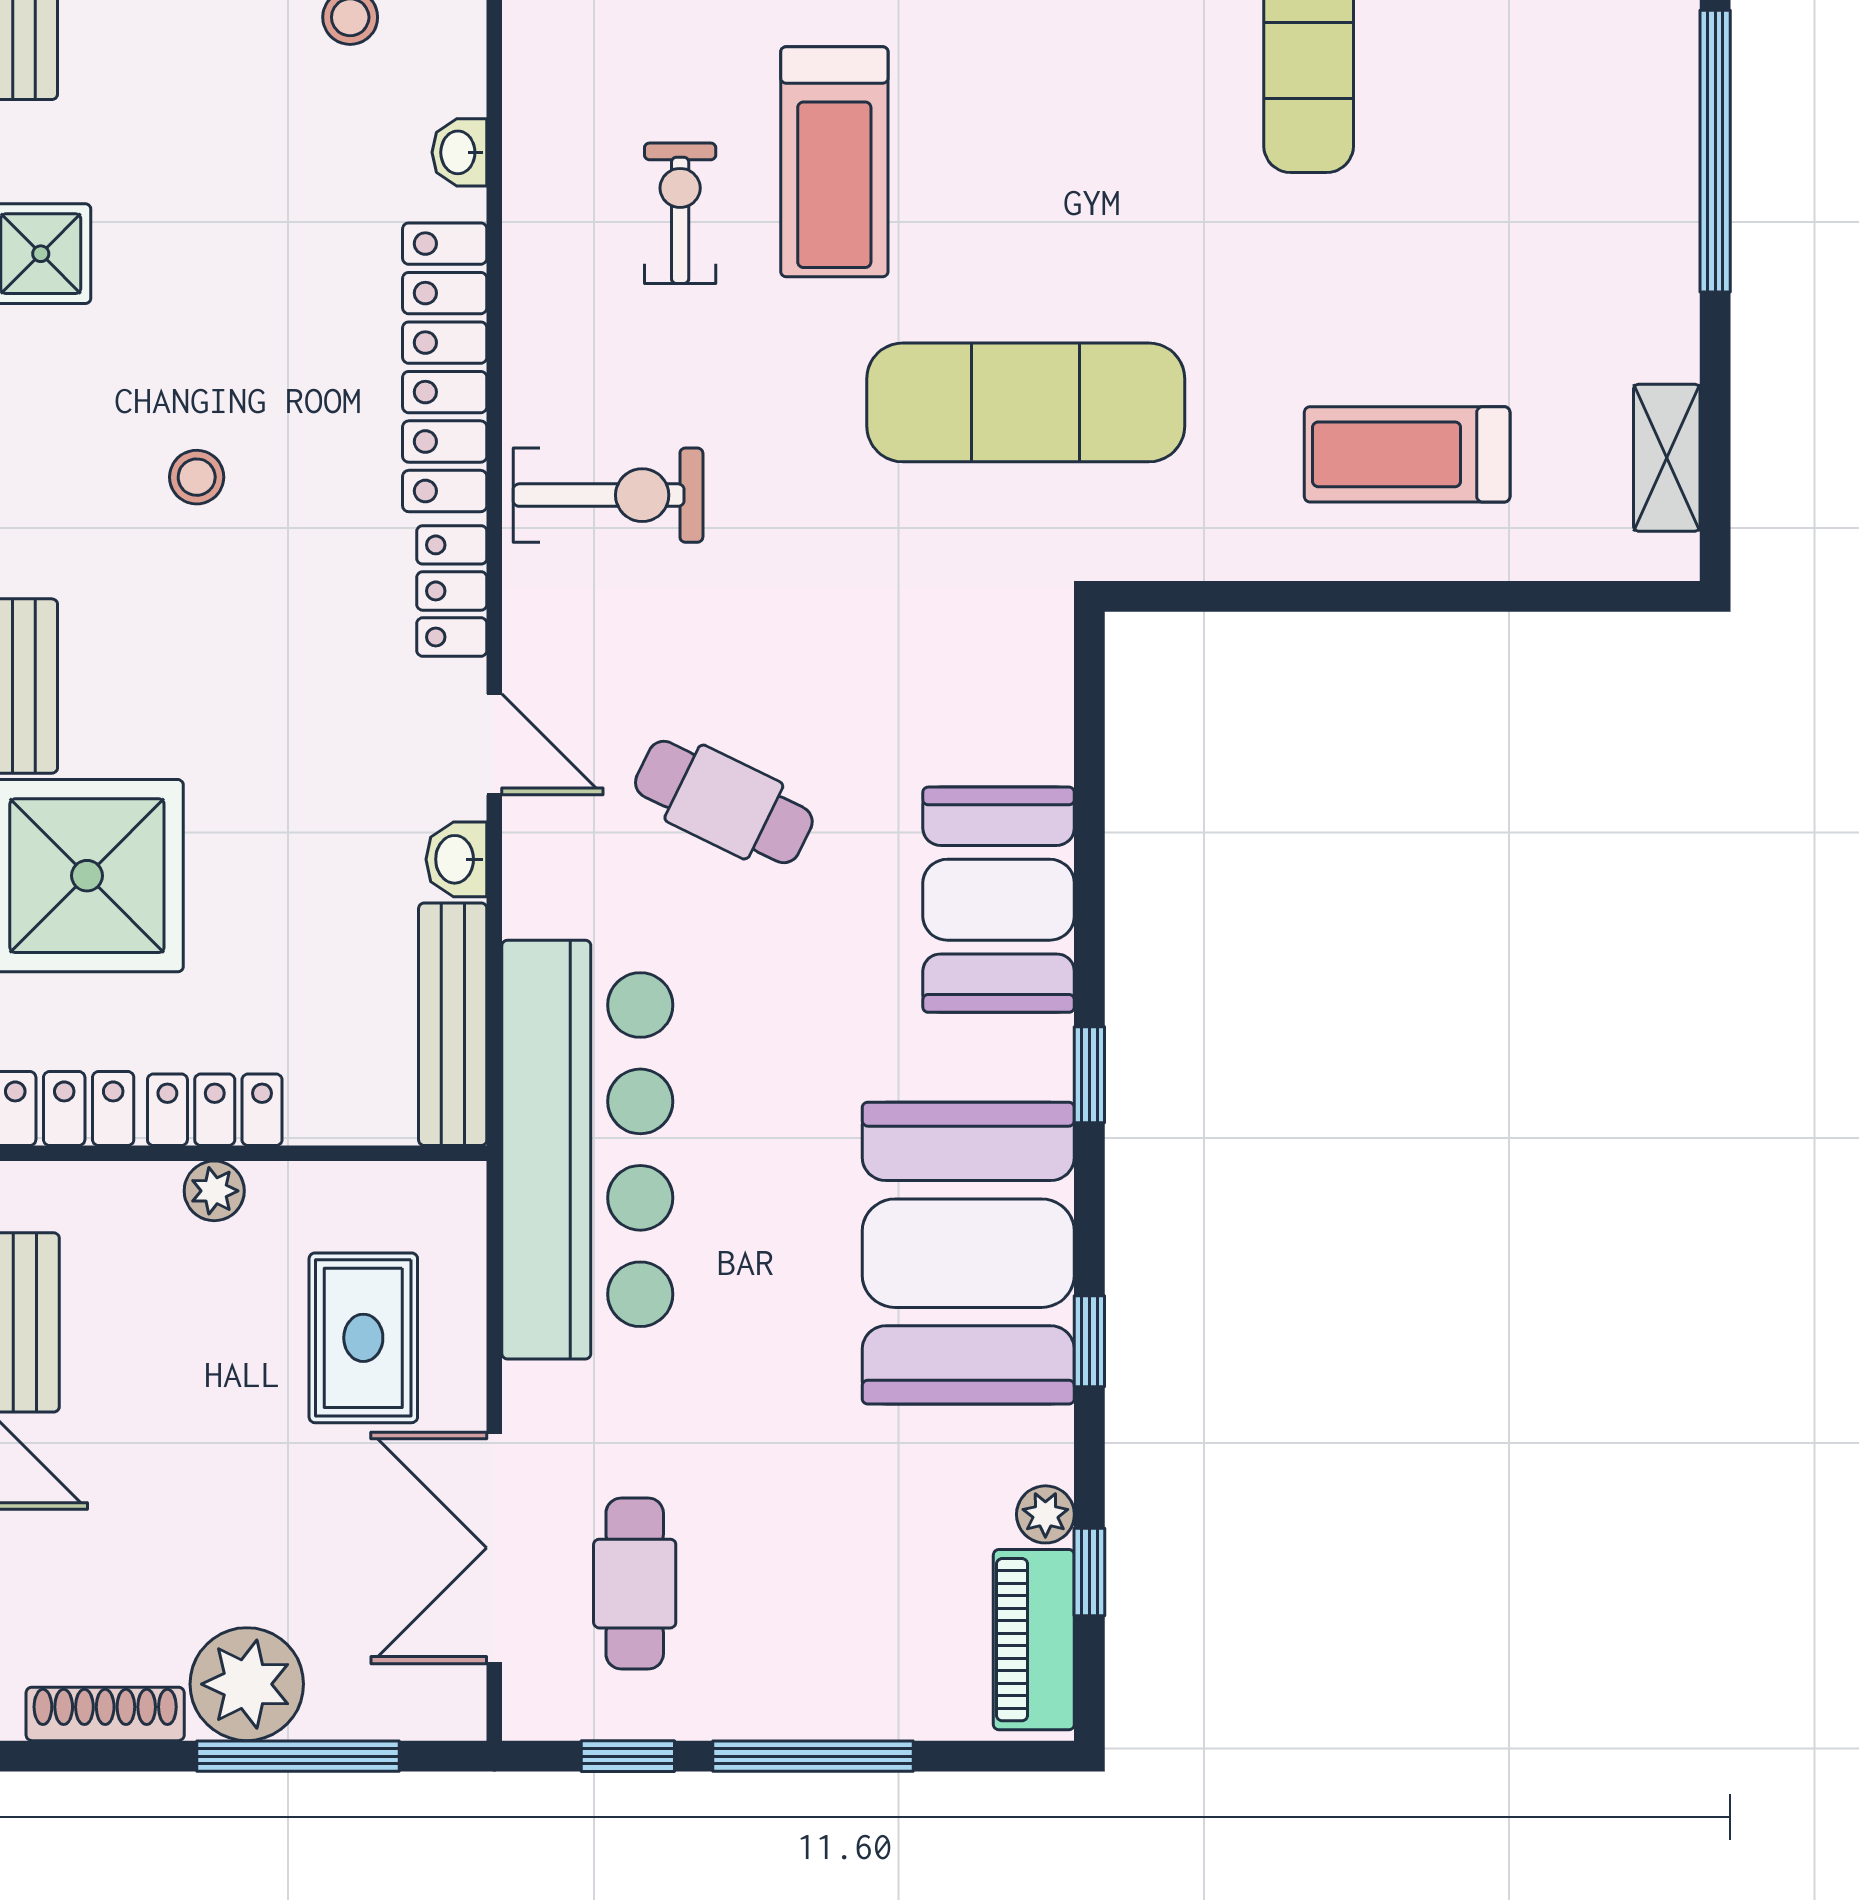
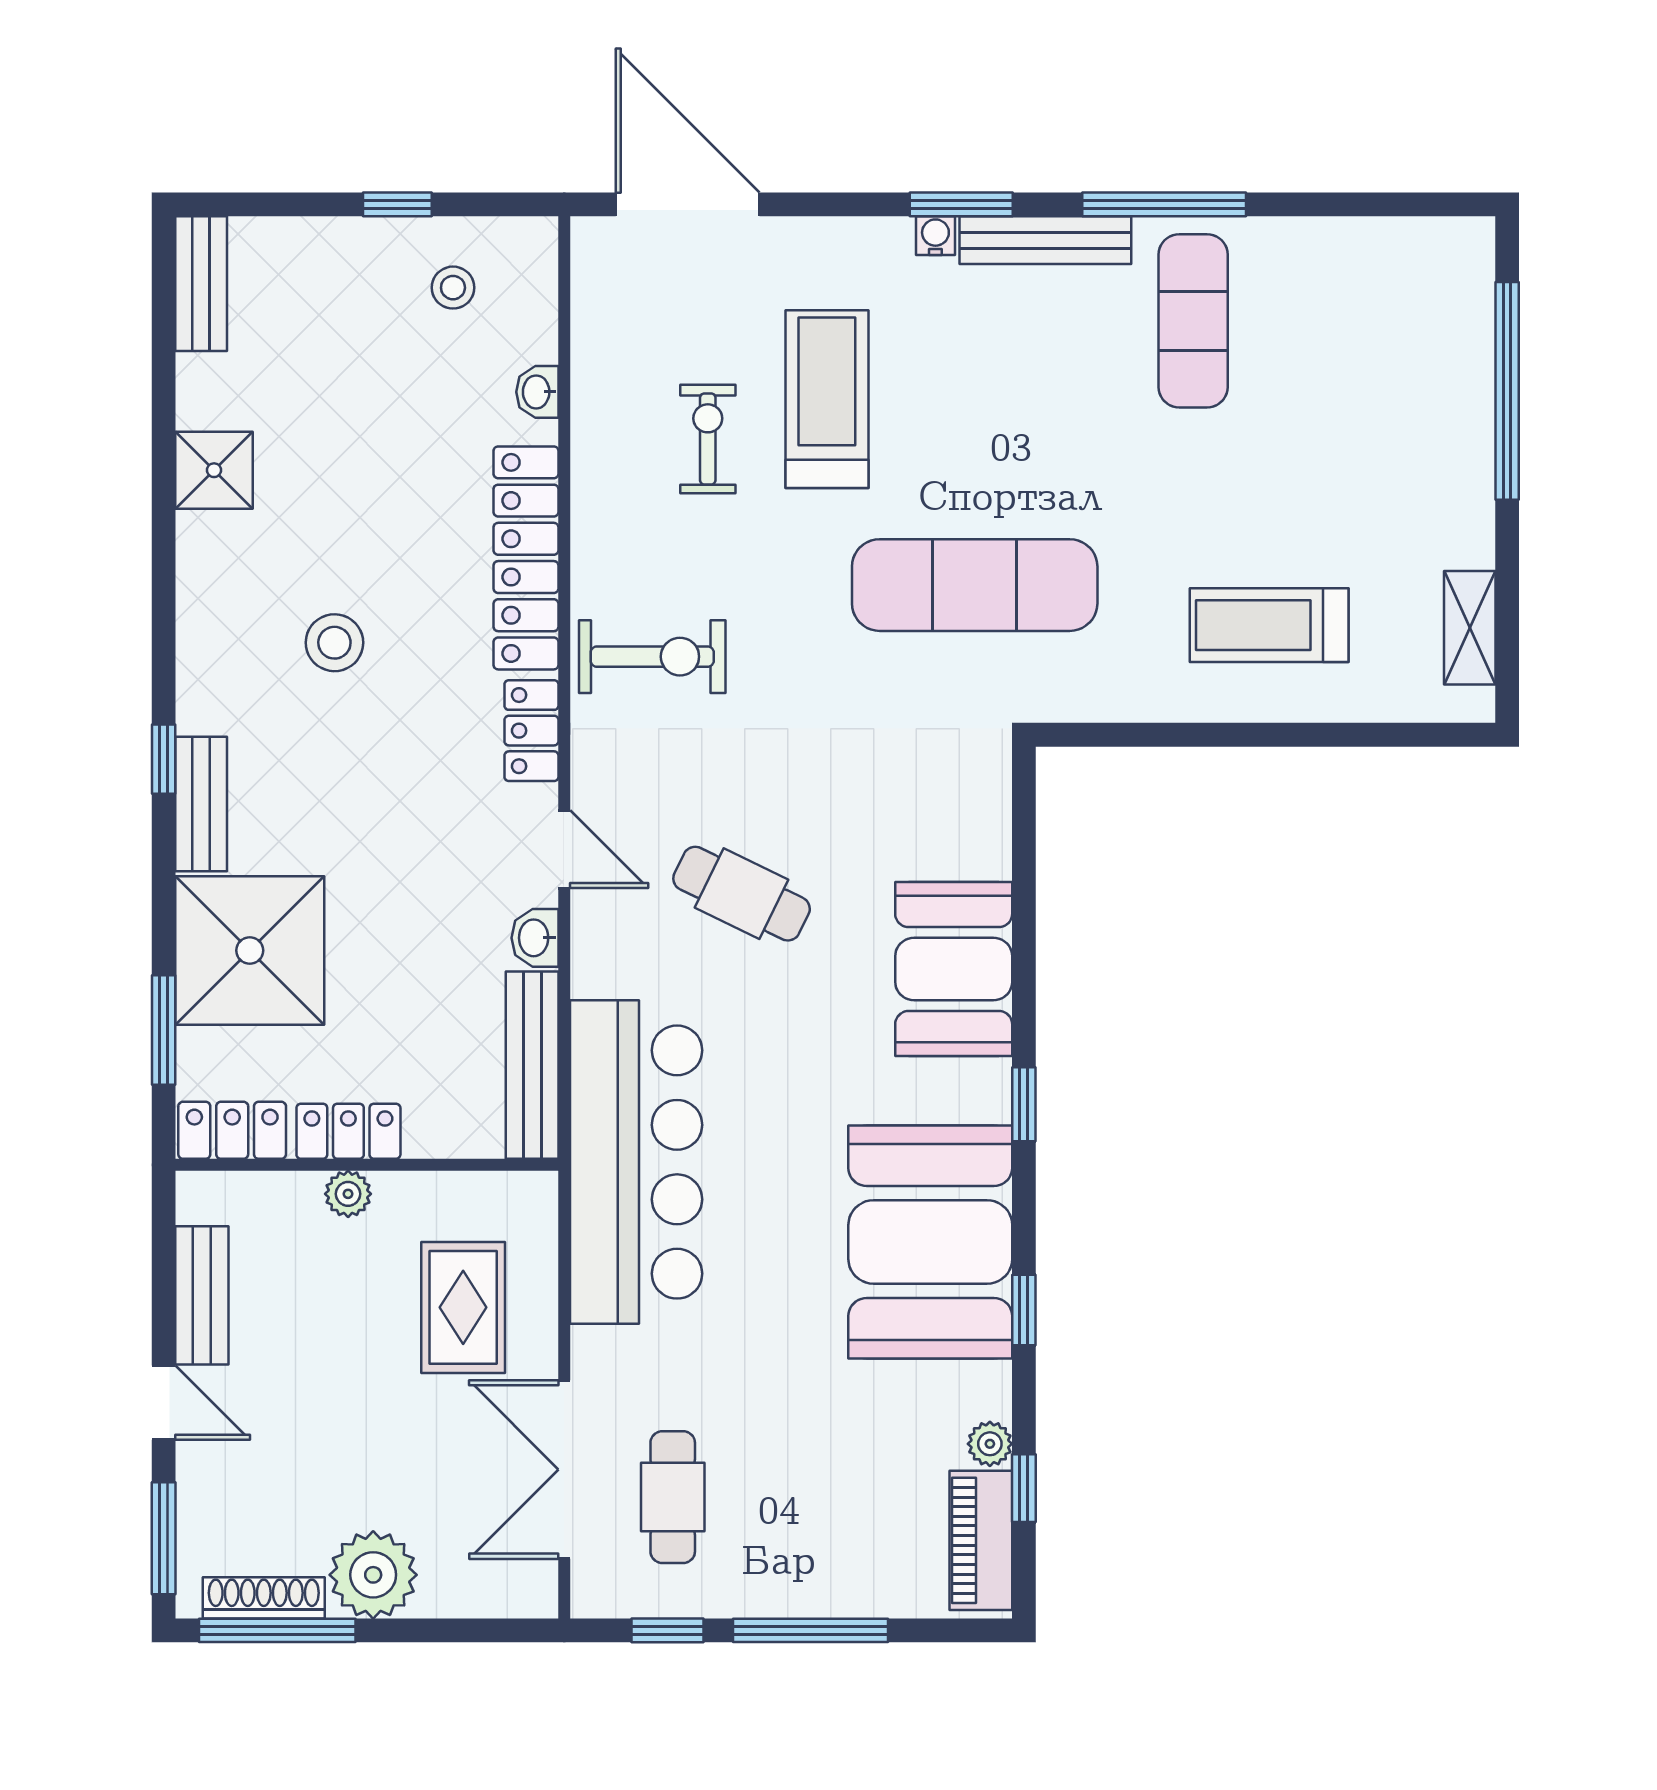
treadmill: (834, 162) -> (827, 399), turned 180
stool: (197, 477) -> (334, 643), width x1.37, depth x1.37
window: (298, 1756) -> (277, 1630), moved

